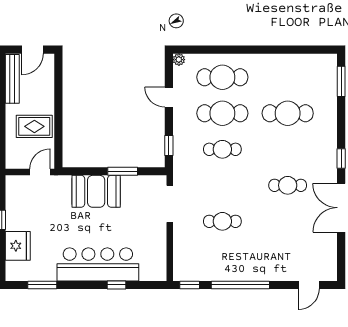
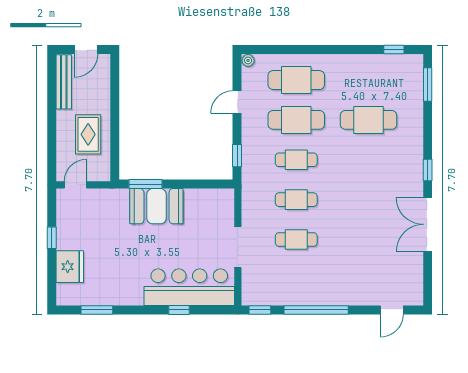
window: (311, 50) -> (394, 49), added
door: (169, 97) -> (237, 102), hinge flipped
rug: (34, 126) -> (88, 134), turned 90
window: (123, 171) -> (145, 184), moved
door: (40, 172) -> (75, 185), moved
cafe table: (288, 185) -> (296, 200), moved
doorway: (170, 204) -> (238, 247), moved
bar counter: (98, 264) -> (189, 287), moved

